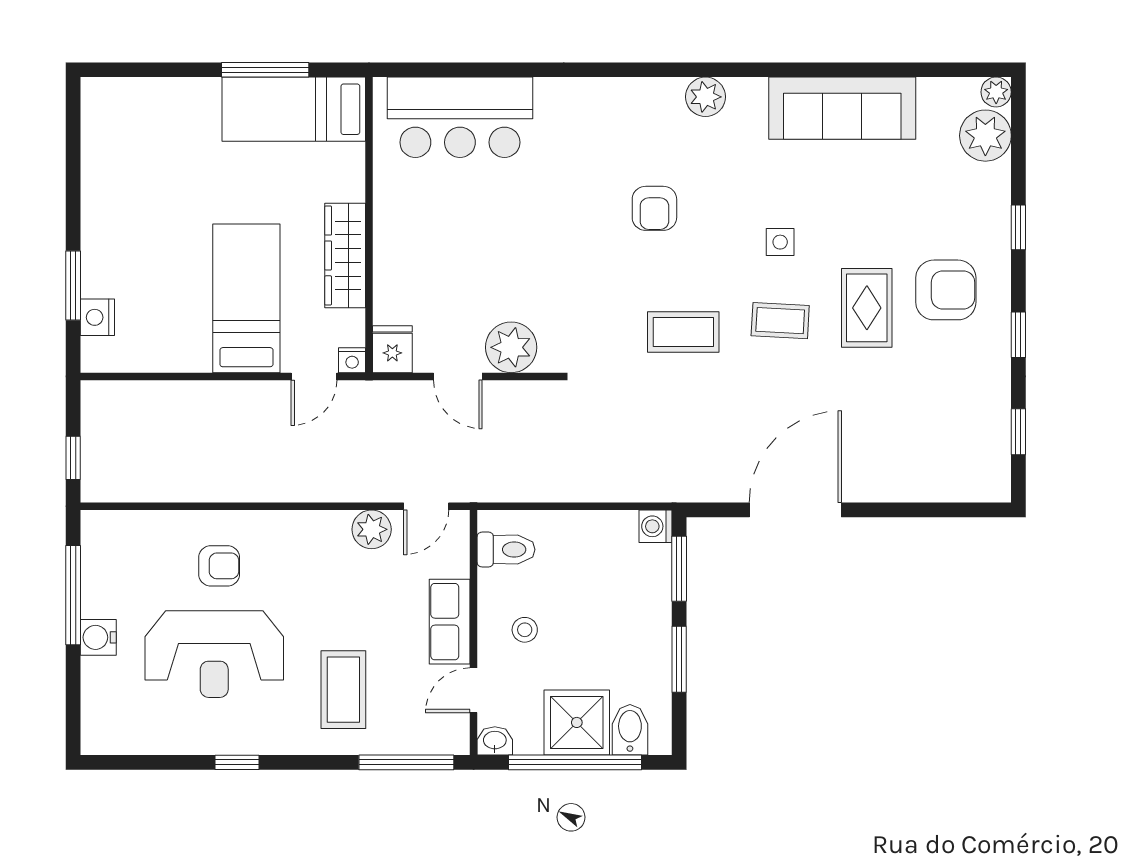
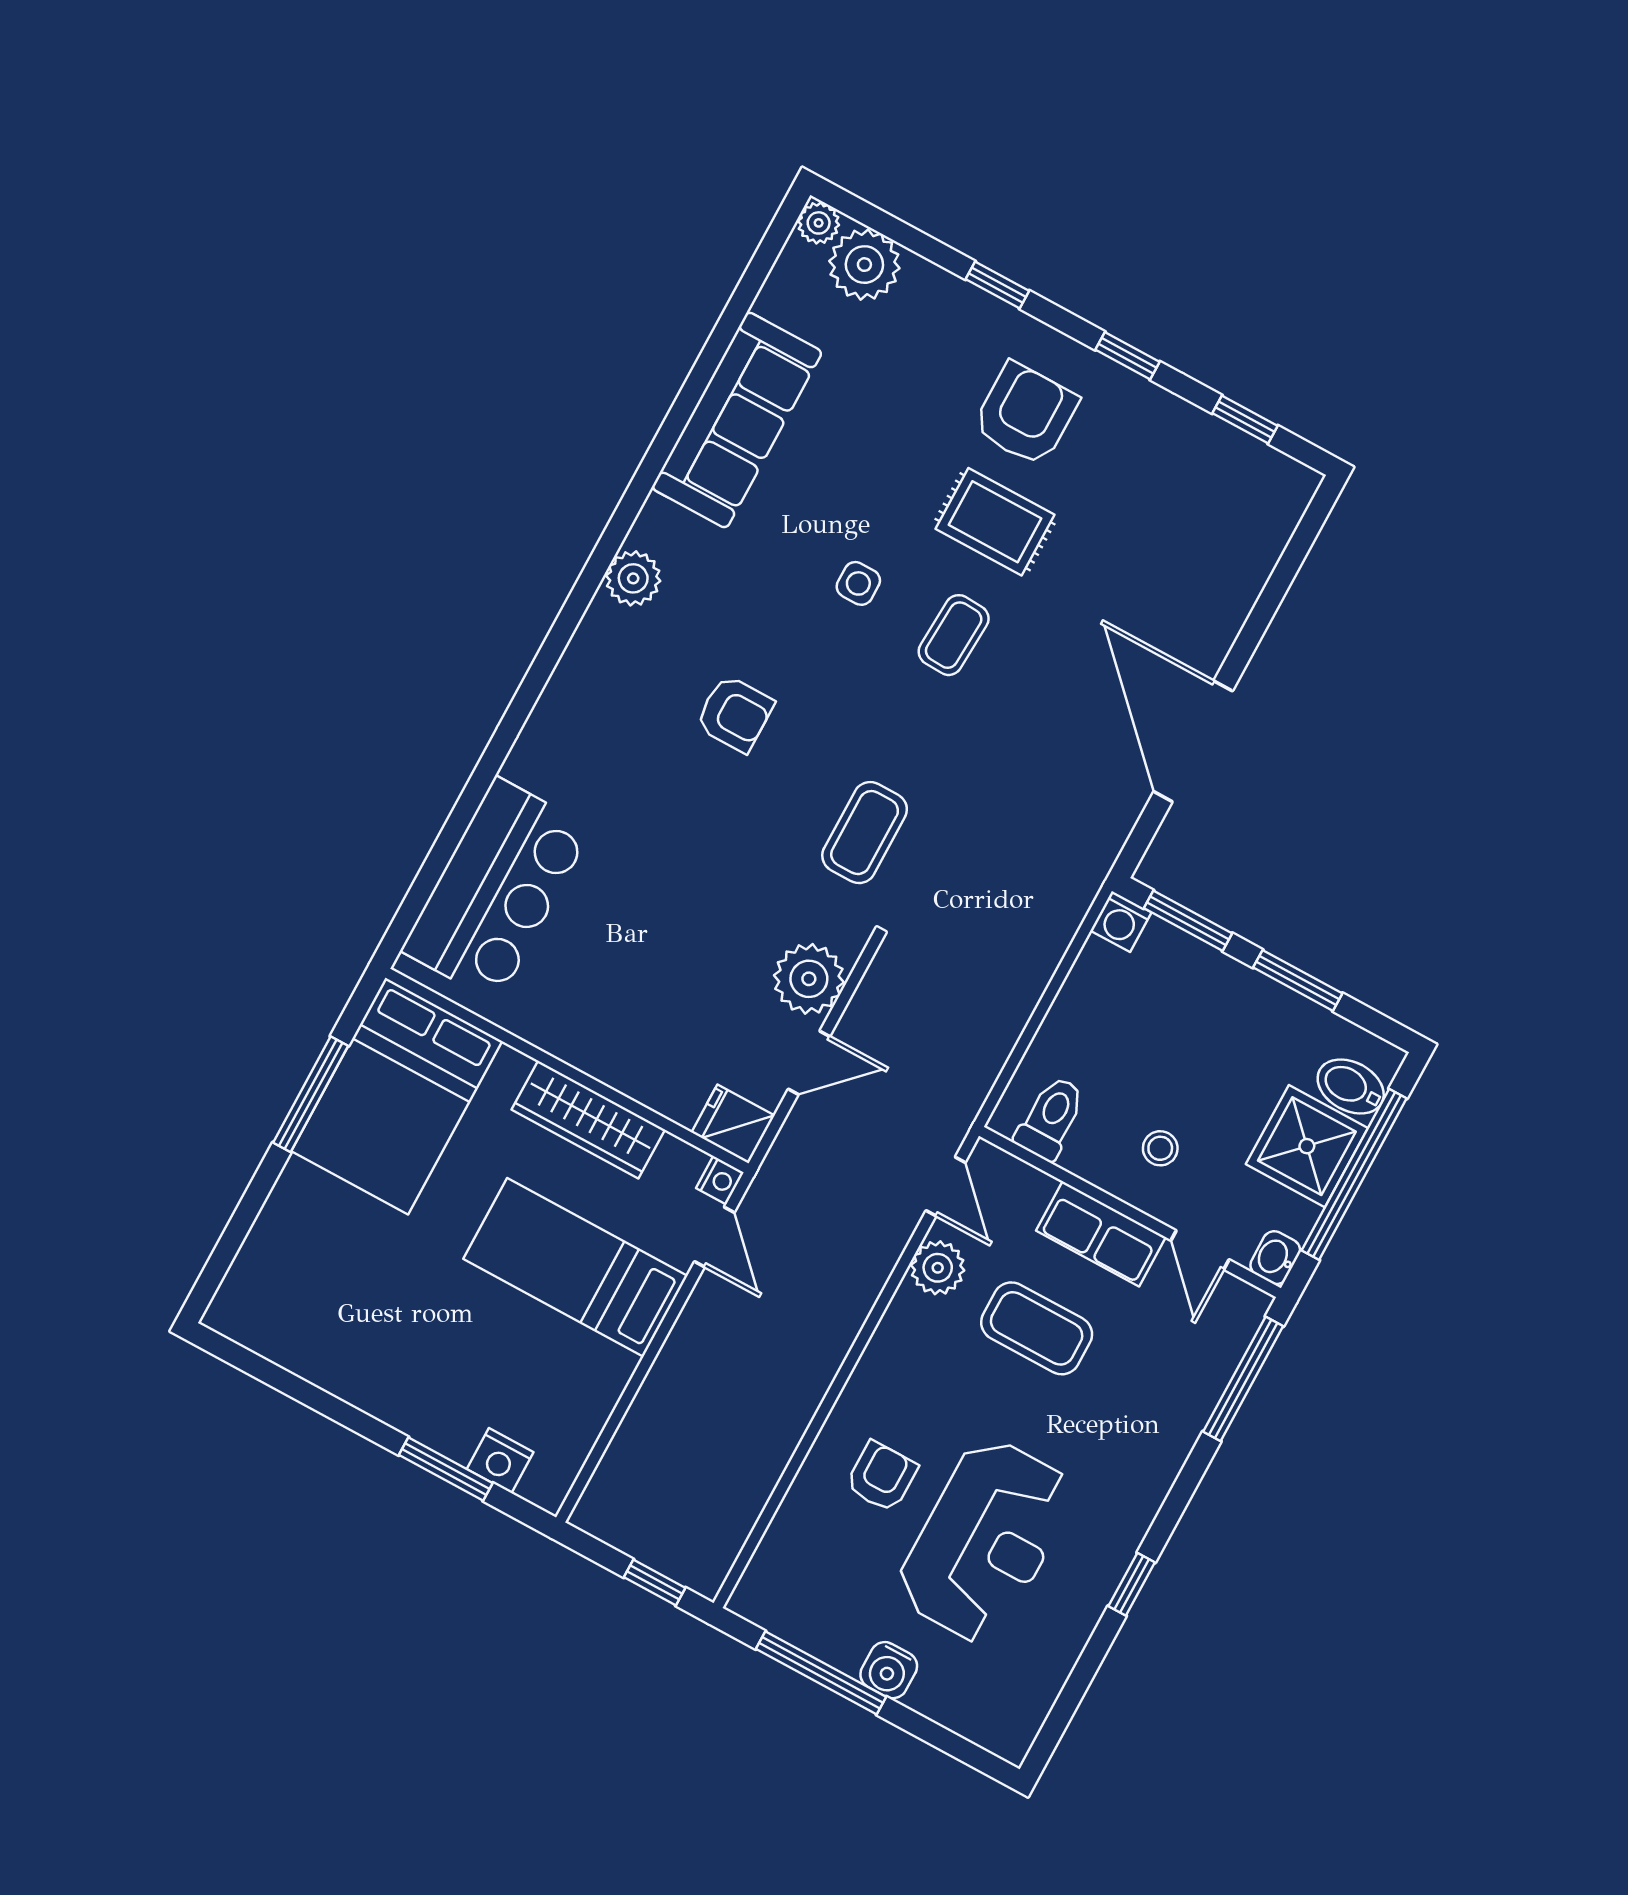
bed: (294, 109) -> (397, 1096), width x1.50
coffee table: (683, 332) -> (865, 833), moved
coffee table: (343, 690) -> (1037, 1328), moved

